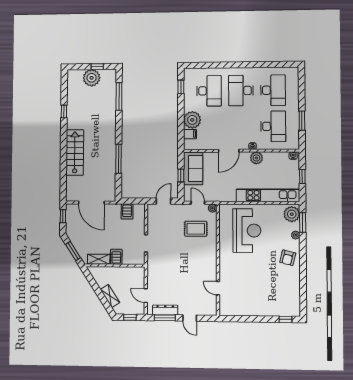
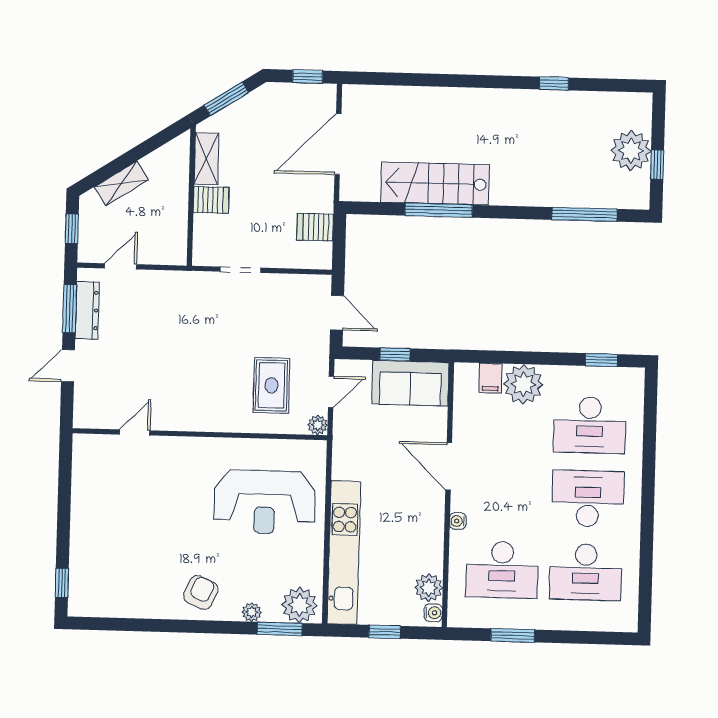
stairs: (75, 153) -> (435, 183), moved, turned 180
plant: (256, 158) -> (429, 588), moved
armchair: (288, 258) -> (201, 592), turned 100

